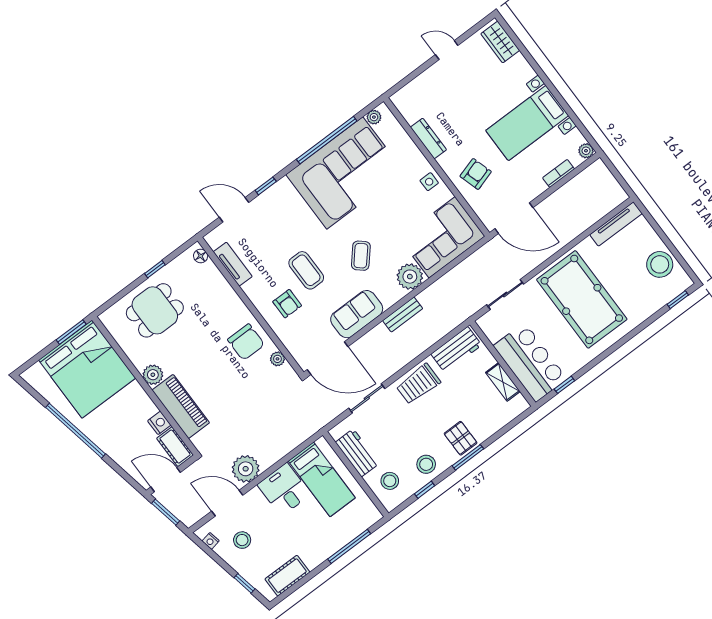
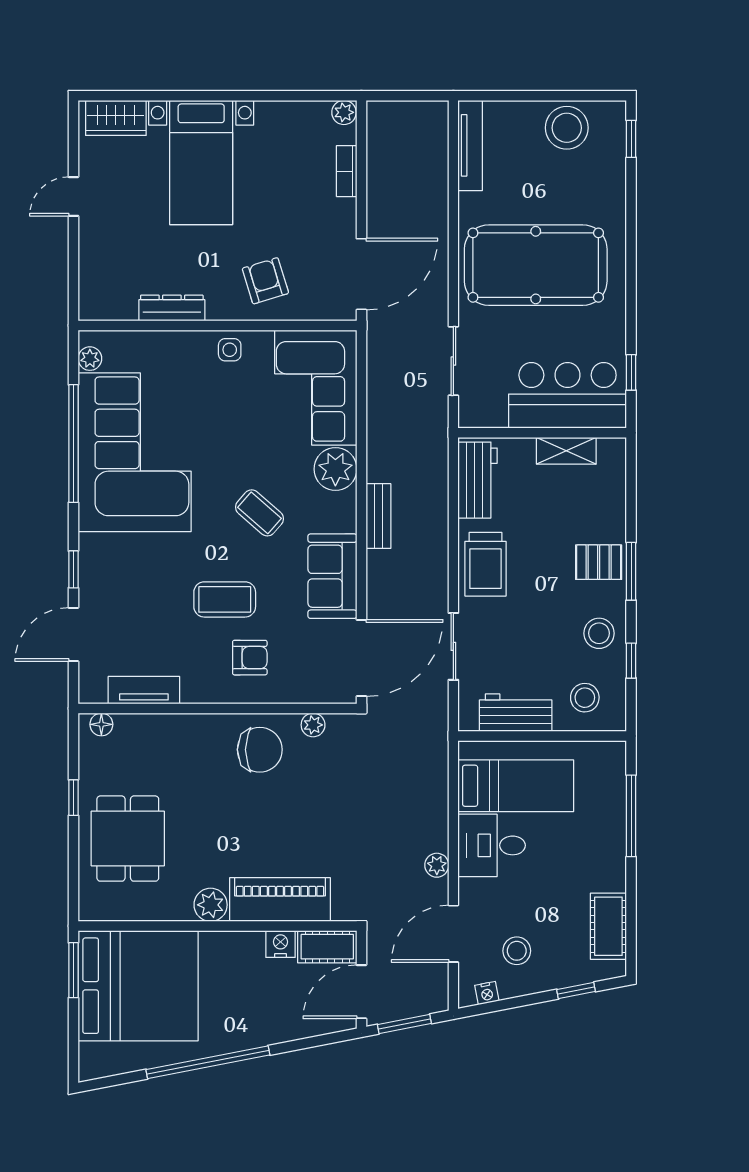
bed with nightstands: (527, 123) -> (201, 162), moved
plant: (246, 469) -> (437, 865), width x0.53, depth x0.53

